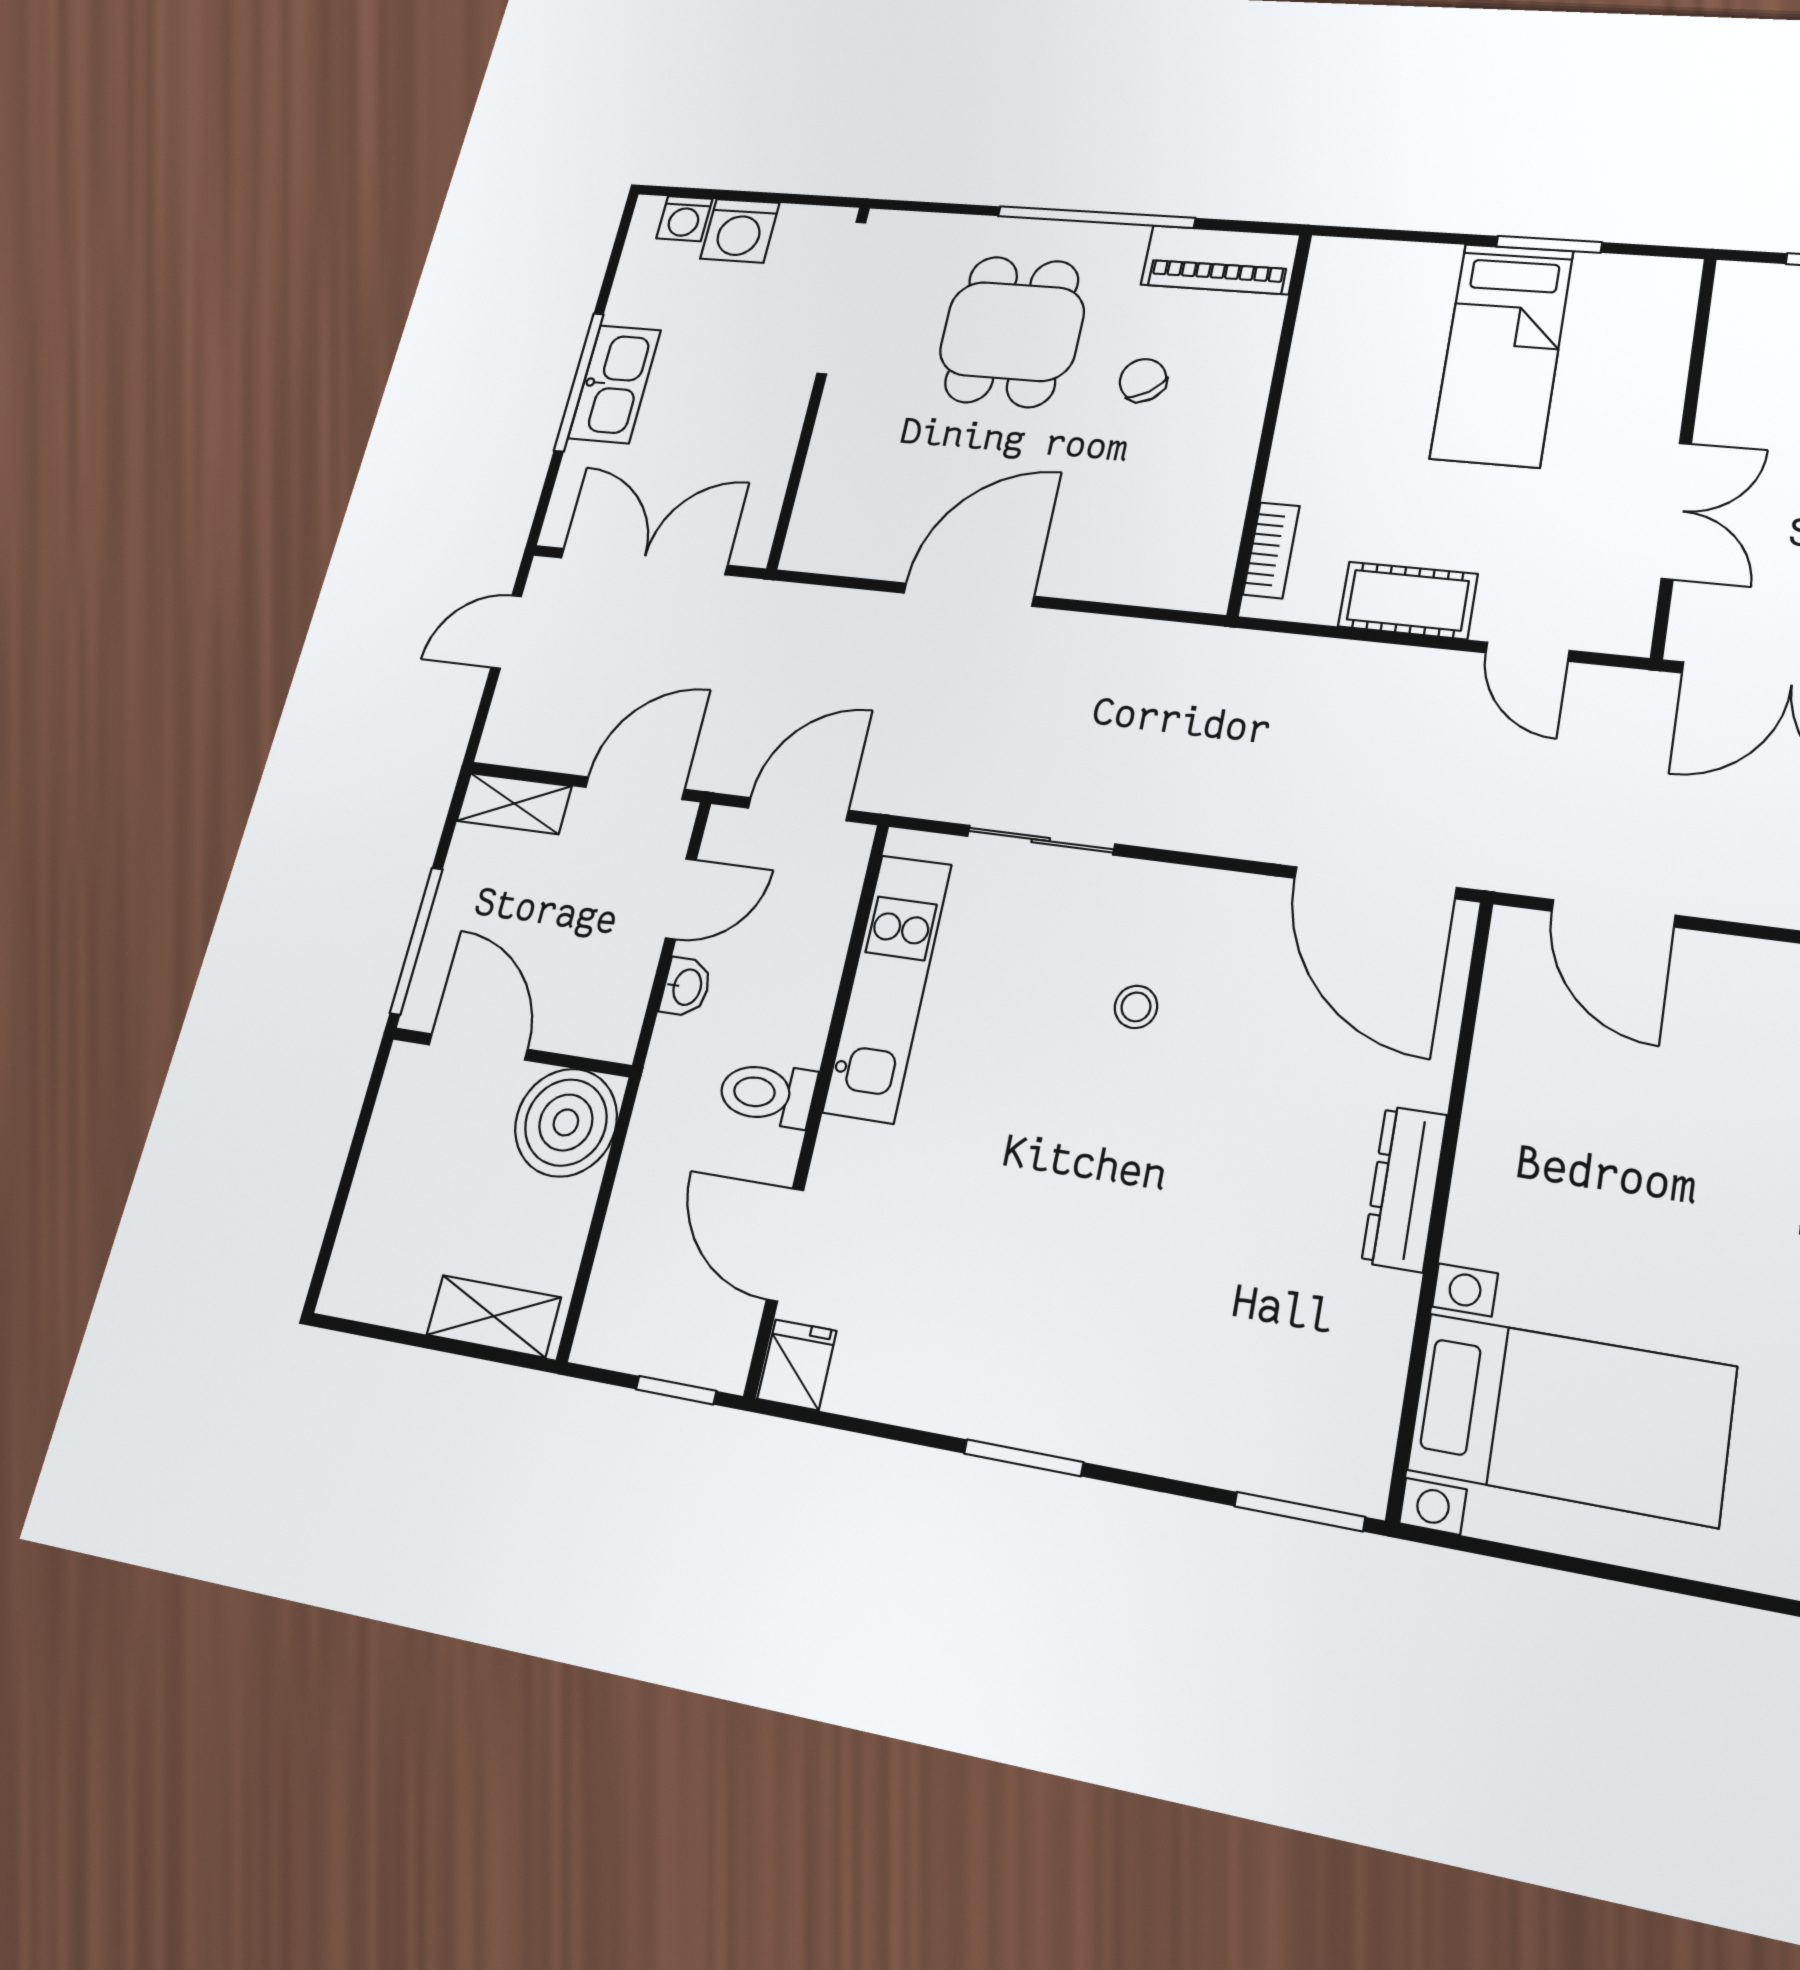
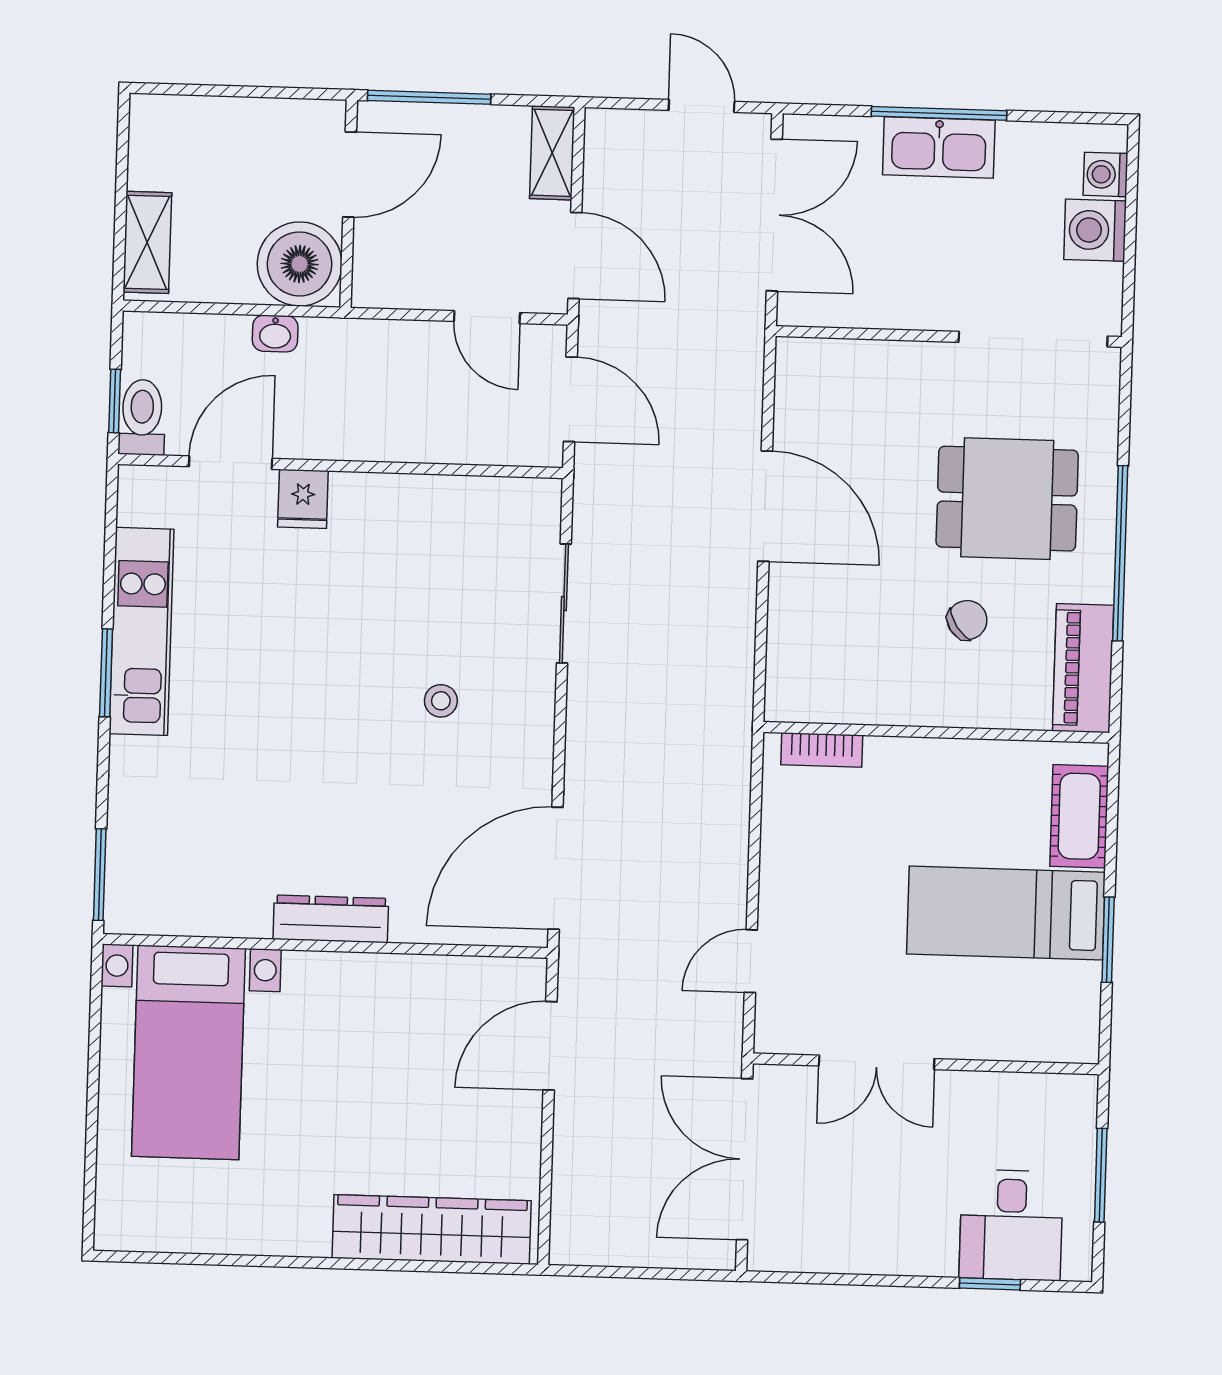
cot: (1408, 600) -> (1079, 816), moved
washbasin: (686, 987) -> (275, 334), moved
kitchen unit: (888, 987) -> (141, 631), moved, turned -90
toilet: (767, 1094) -> (142, 417), moved
fridge: (797, 1365) -> (303, 499), moved, turned 90

